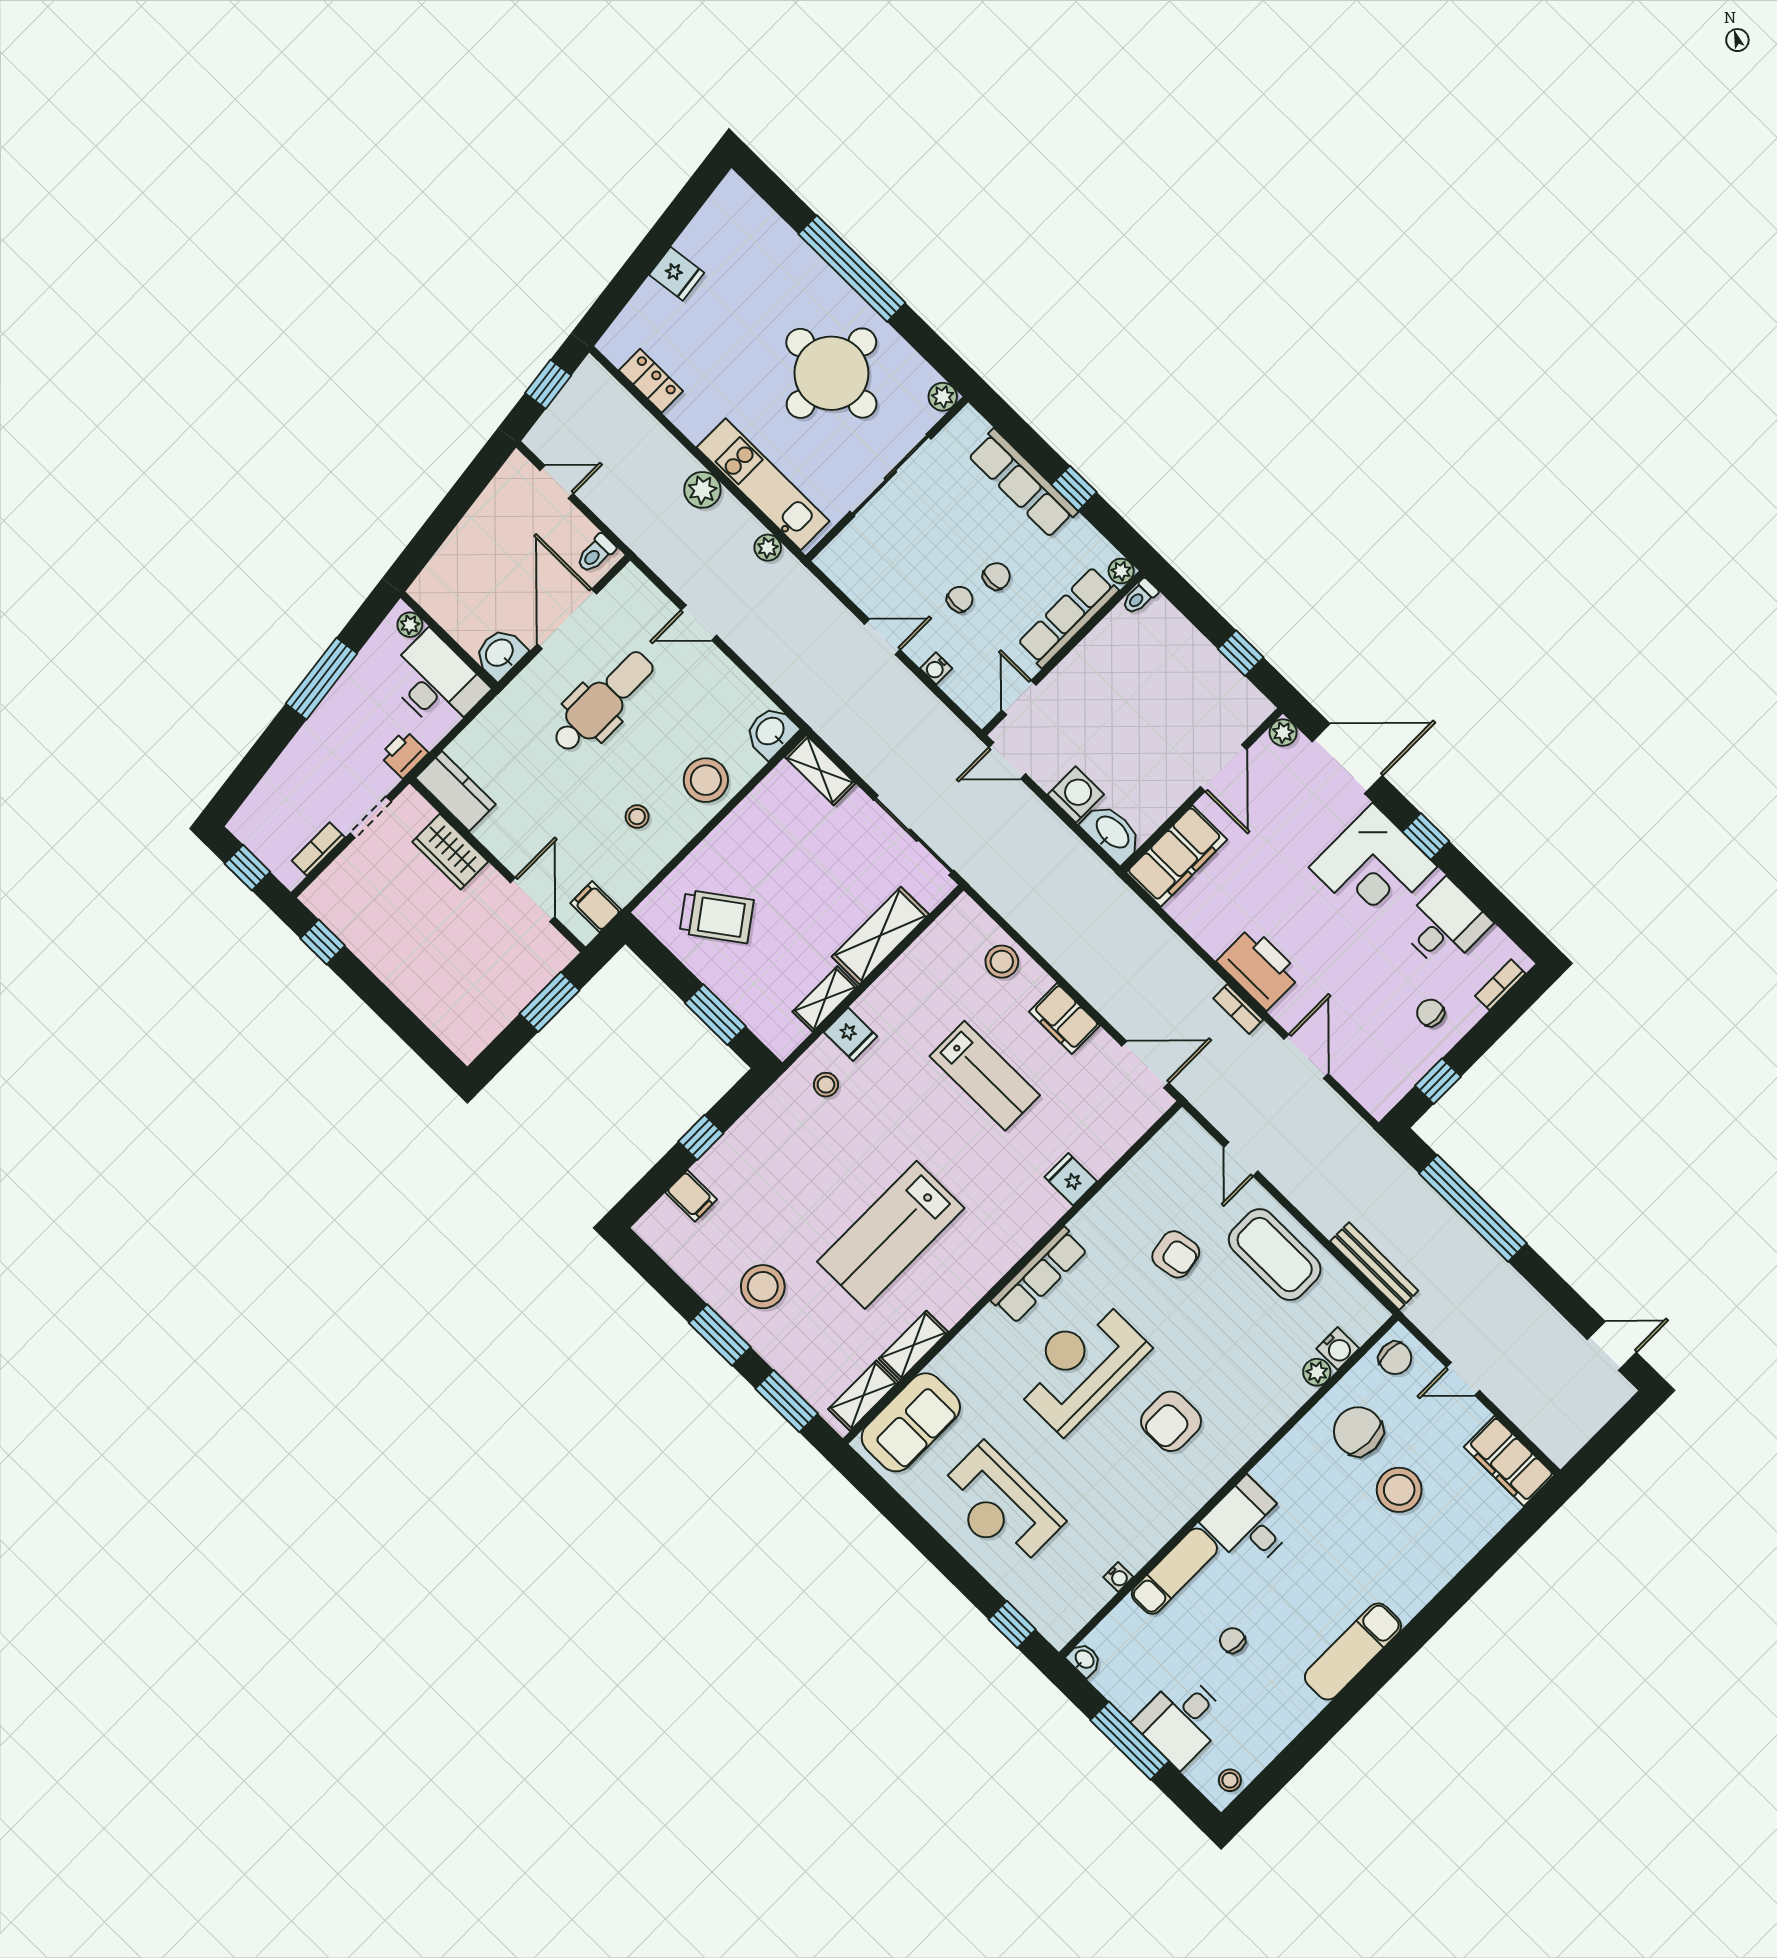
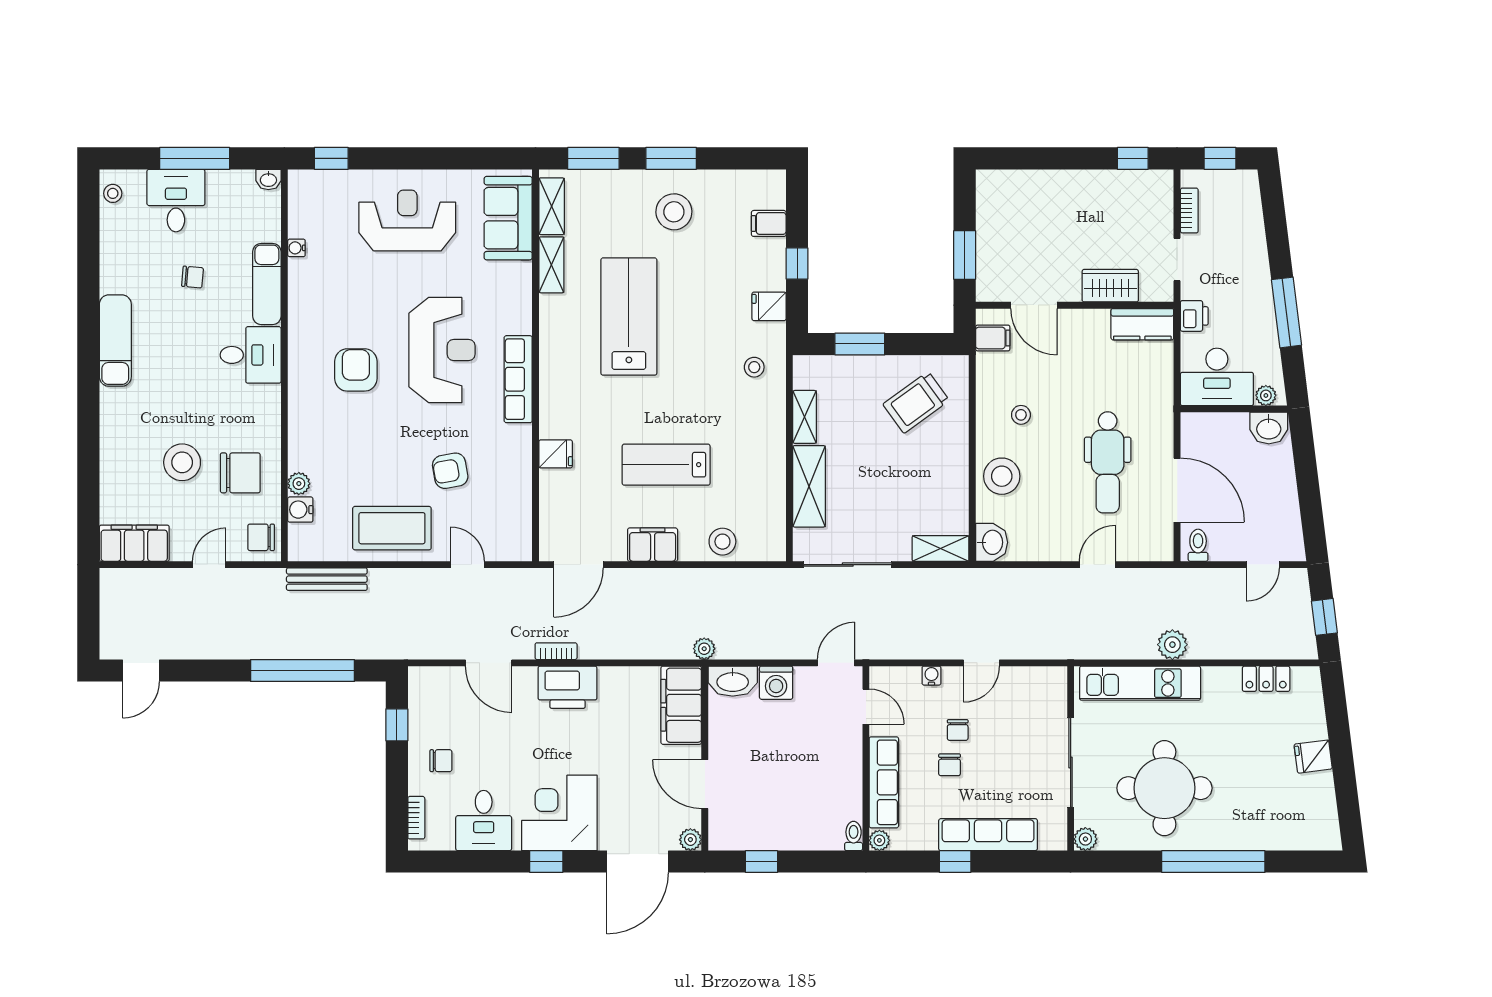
plant: (768, 548) -> (704, 649), moved
washbasin: (500, 653) -> (1269, 428), moved, turned 90
fridge: (851, 1034) -> (769, 306), moved

